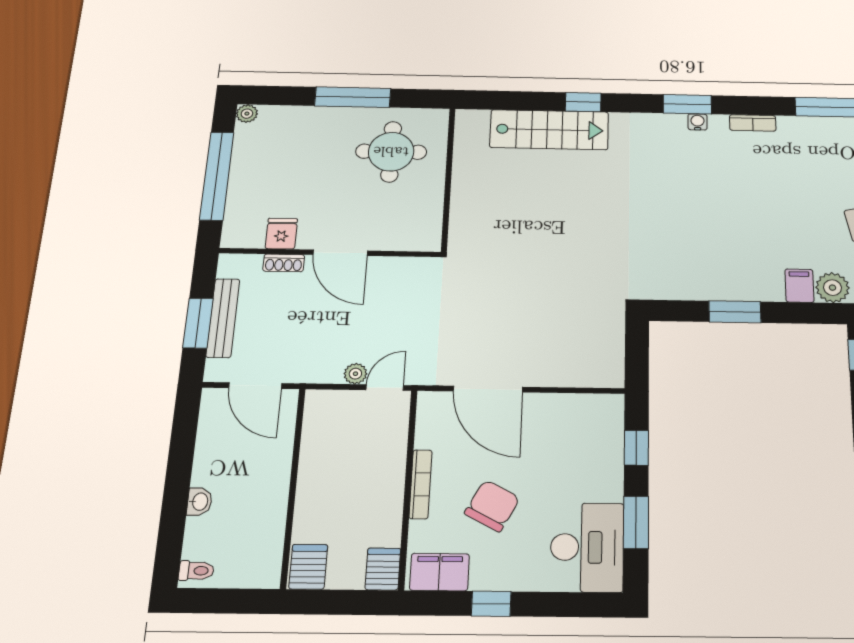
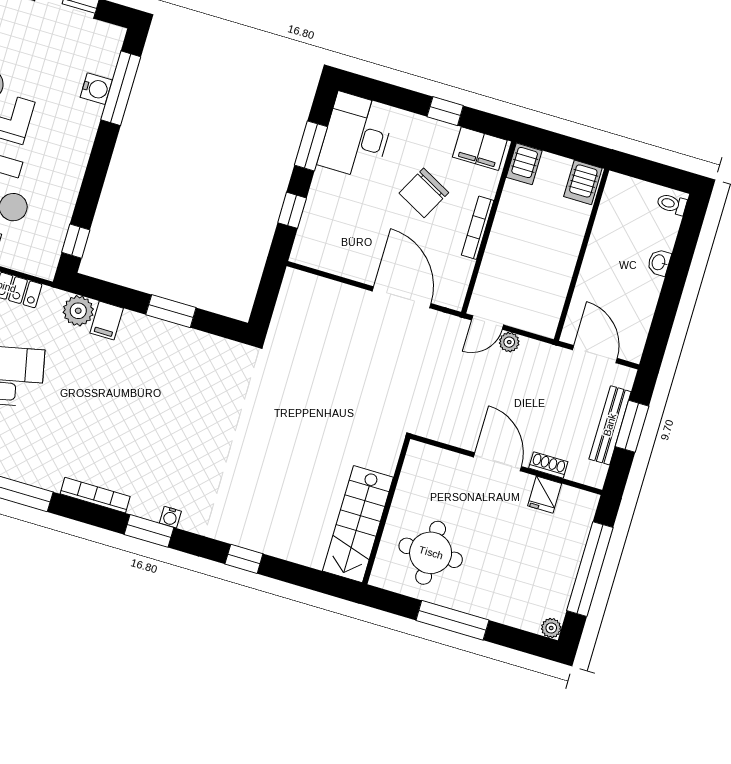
water cooler: (698, 122) -> (170, 517), moved
bookcase: (753, 123) -> (95, 495), width x1.56
stairs: (549, 130) -> (358, 524), moved, turned -90

